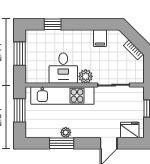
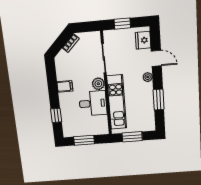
filing cabinet: (100, 38) -> (65, 86), moved
plant: (66, 132) -> (148, 77), moved

